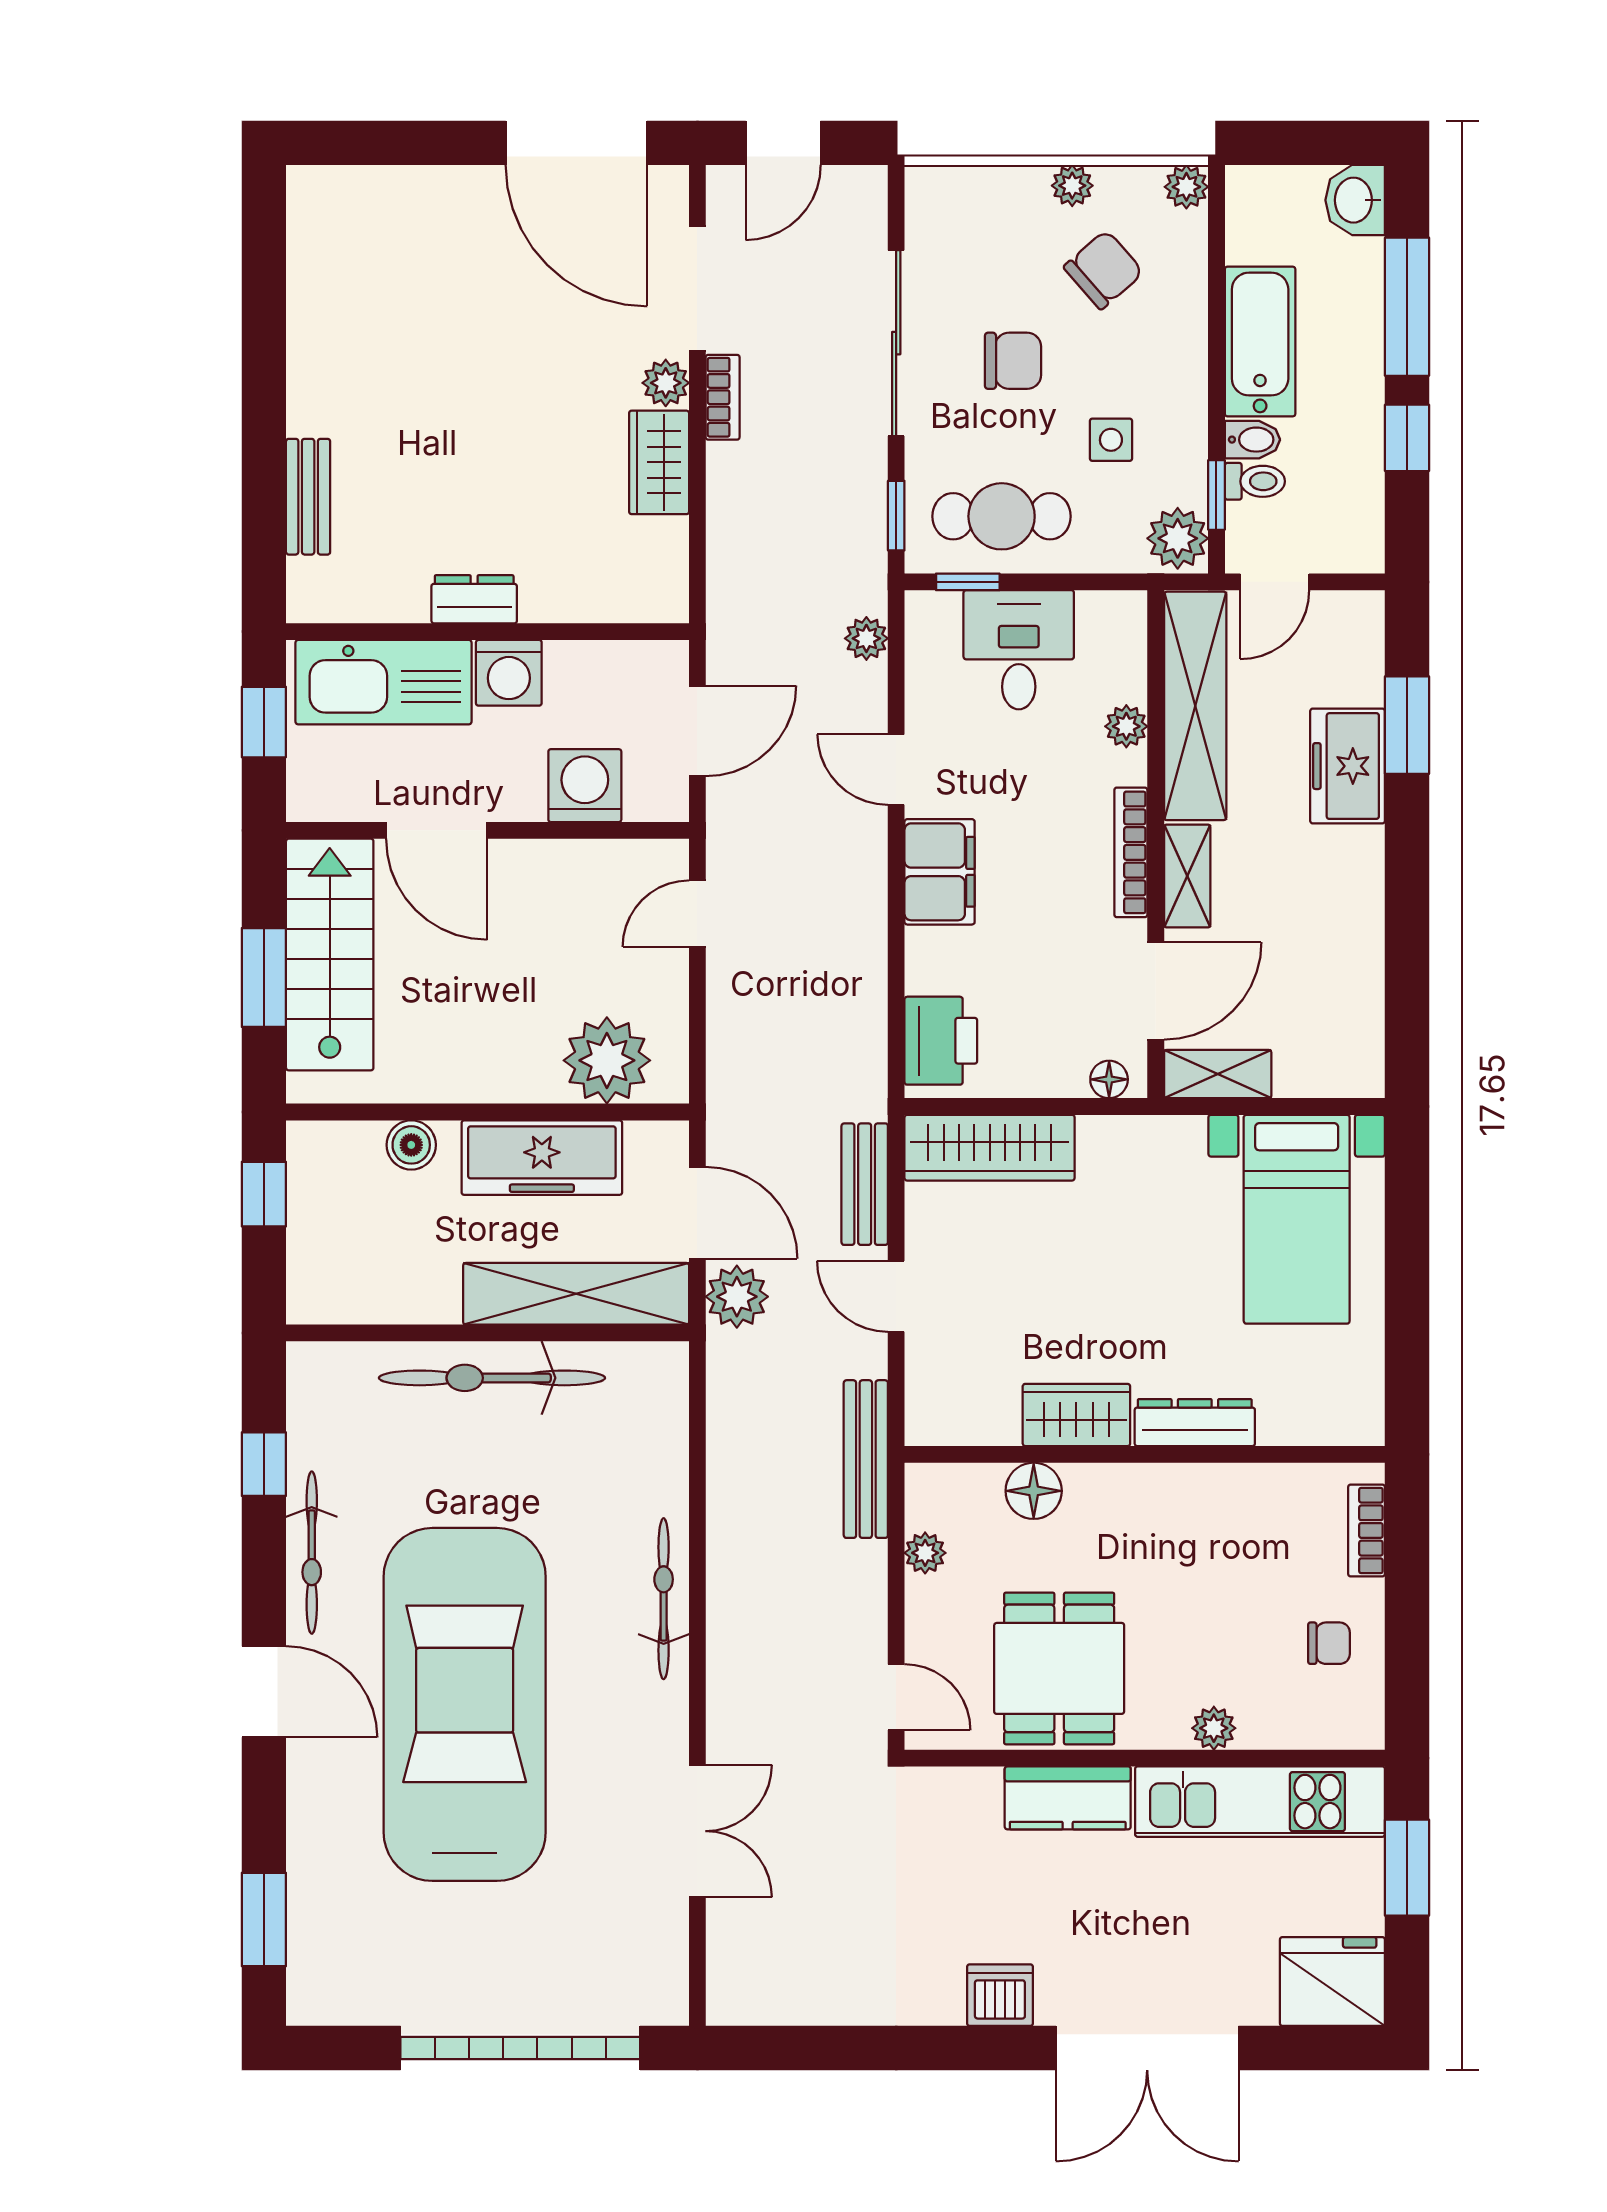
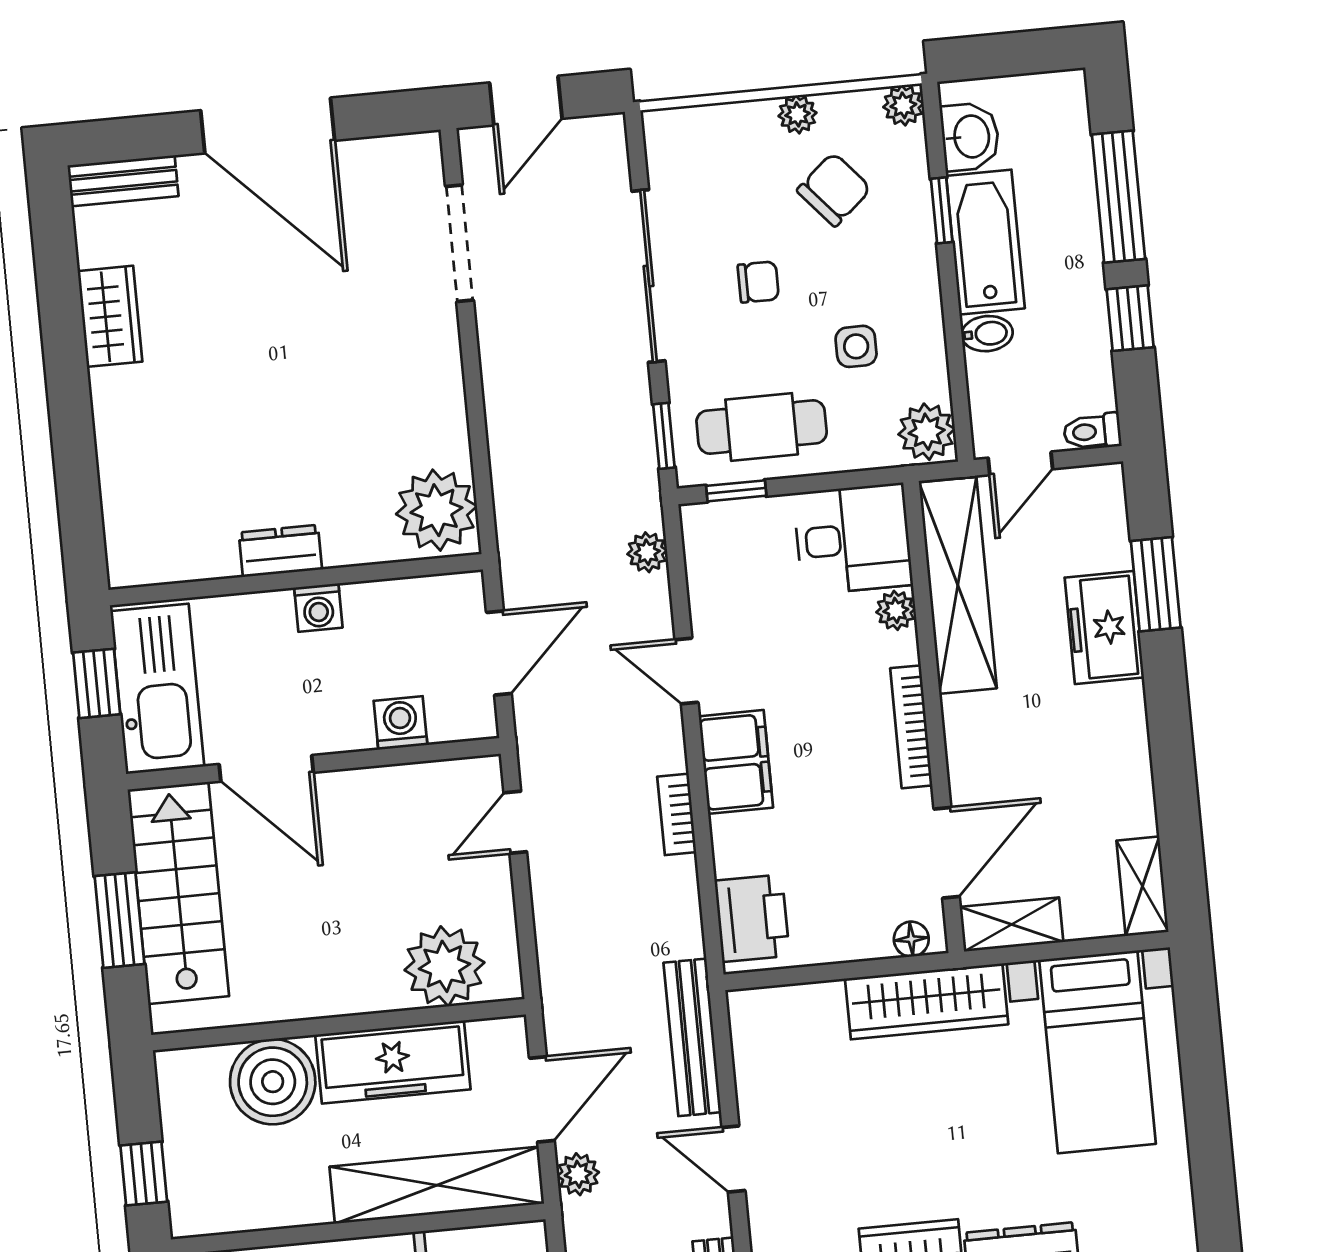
door: (576, 143) -> (268, 125), moved
washbasin: (1355, 200) -> (970, 137), moved, turned 180
chair: (1013, 361) -> (758, 282), width x0.73, depth x0.73
plant: (666, 383) -> (436, 510), moved, width x1.87, depth x1.87
bookcase: (723, 397) -> (677, 814), moved, turned 180
wardrobe: (659, 462) -> (110, 316), moved, turned 180
toilet: (1255, 481) -> (1092, 431), moved, turned 180
window: (1216, 495) -> (942, 210), moved
bench: (308, 497) -> (123, 181), moved, turned 90
desk: (1019, 650) -> (853, 539), moved, turned 90
washing machine: (509, 673) -> (318, 608), width x0.73, depth x0.73
kitchen sink: (384, 682) -> (157, 689), moved, turned -90
washing machine: (585, 786) -> (400, 723), width x0.73, depth x0.73
shelving: (1187, 876) -> (1142, 886), moved
boiler: (411, 1145) -> (273, 1082), width x1.86, depth x1.86
wardrobe: (990, 1148) -> (927, 1001), moved
bench: (865, 1184) -> (692, 1037), width x1.36
window: (264, 1194) -> (144, 1174), moved
door: (697, 1213) -> (542, 1099), hinge flipped
plant: (737, 1297) -> (578, 1174), width x0.73, depth x0.73

